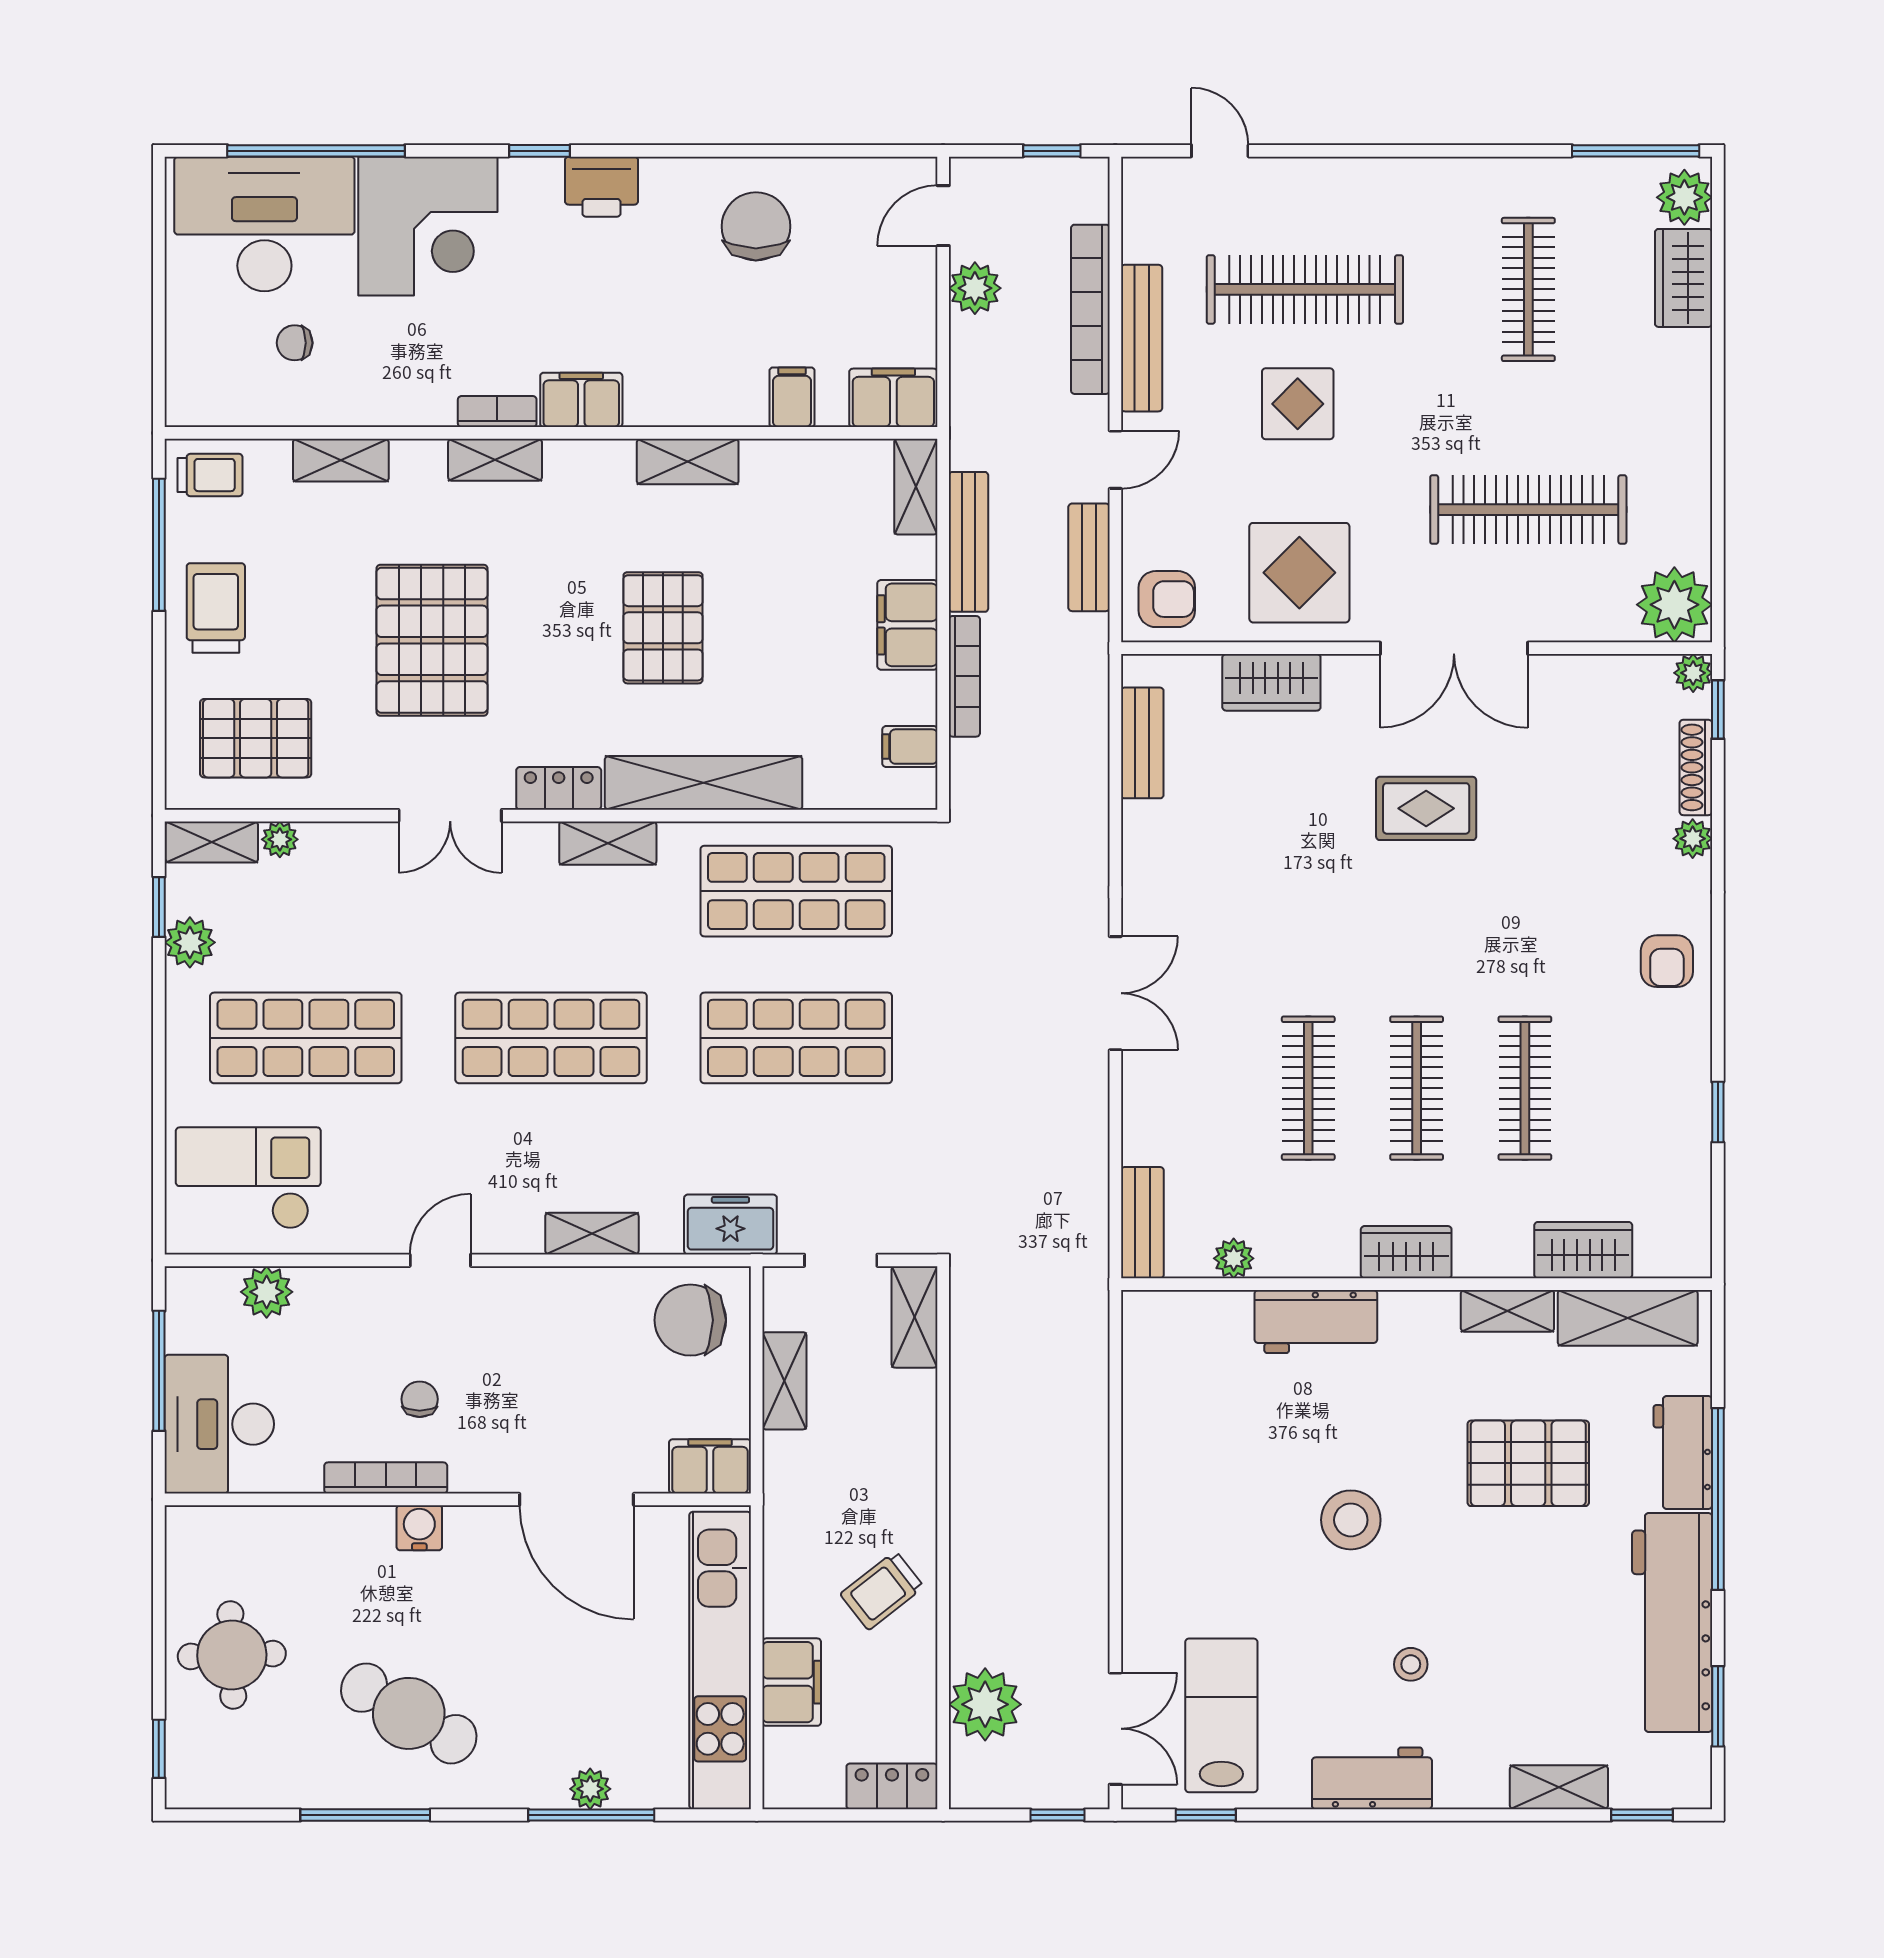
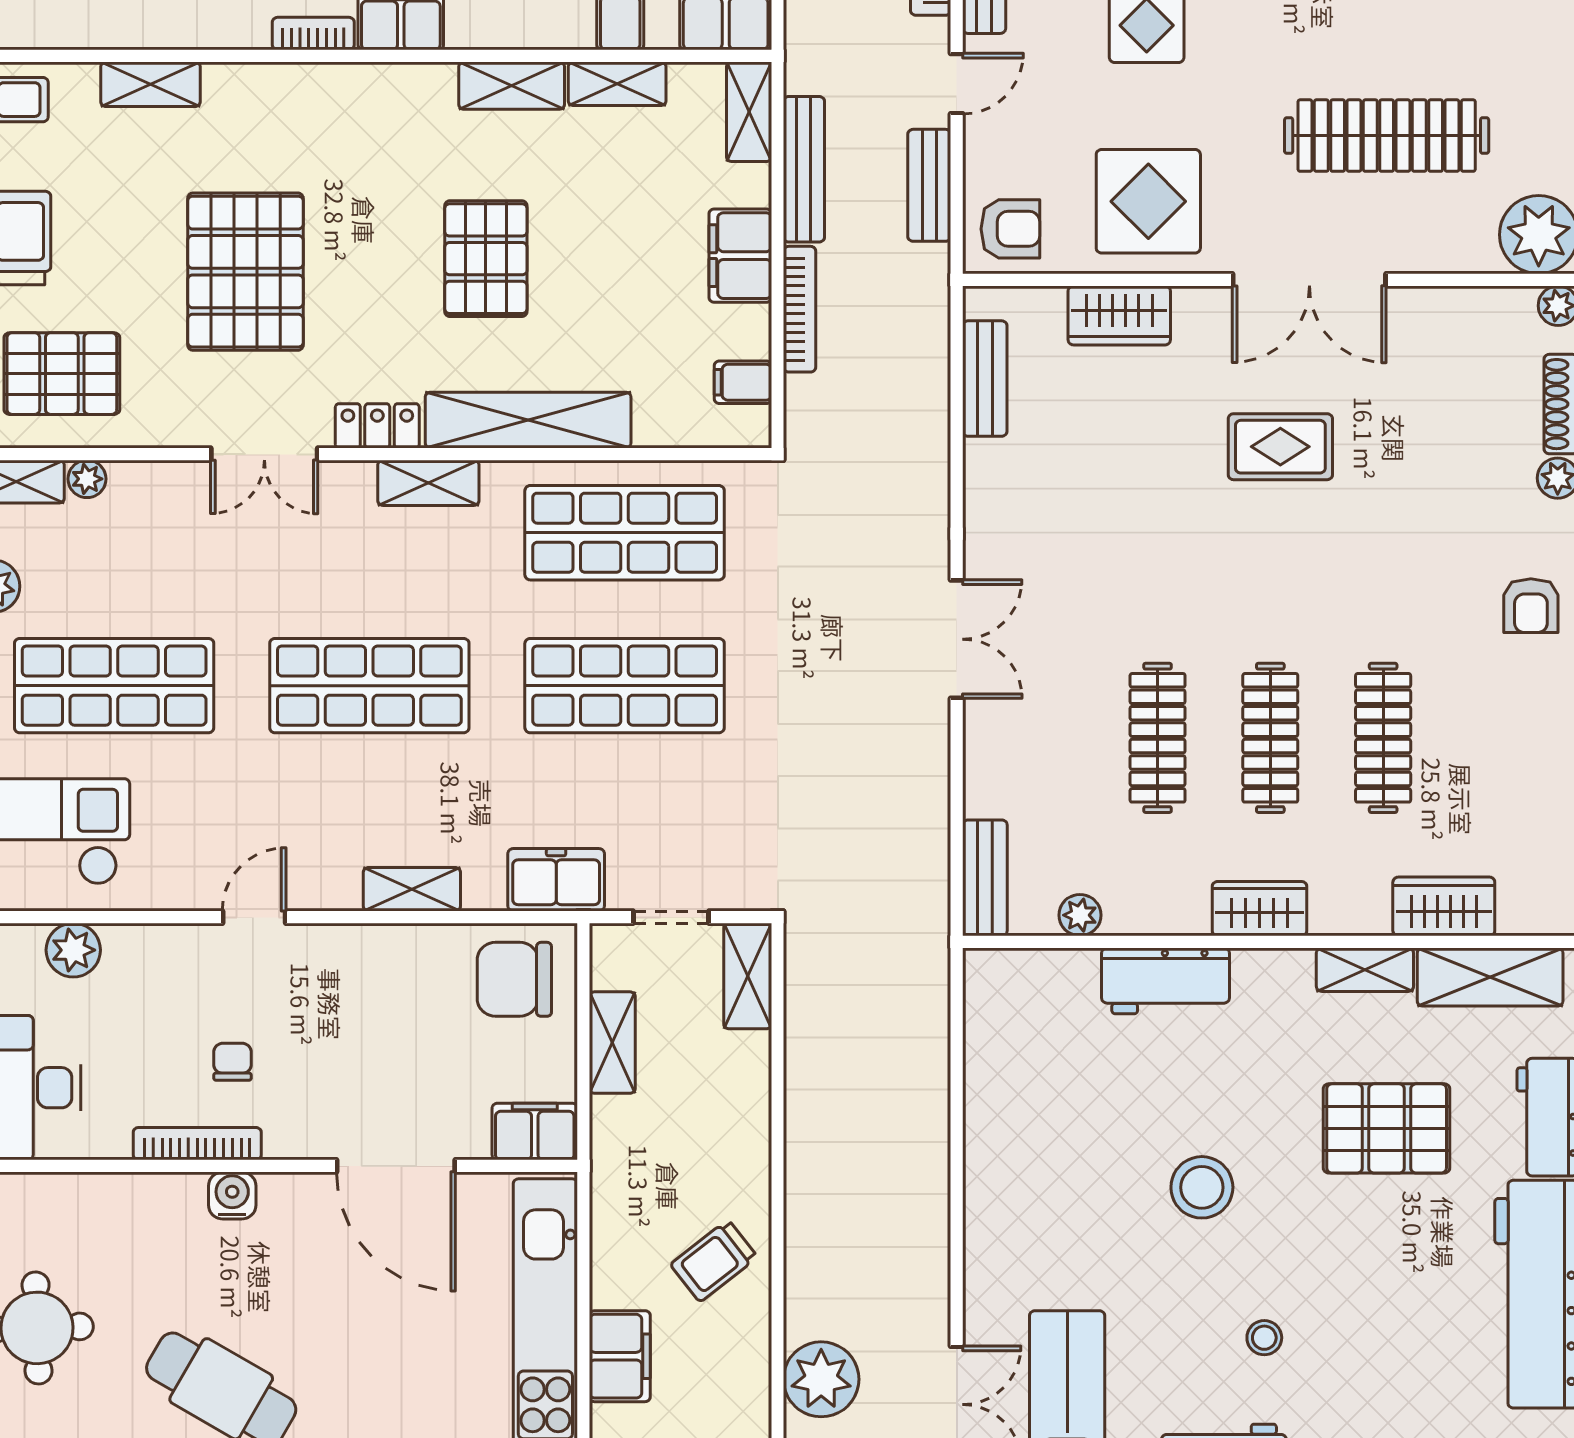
shelving: (495, 460) -> (617, 84), moved

